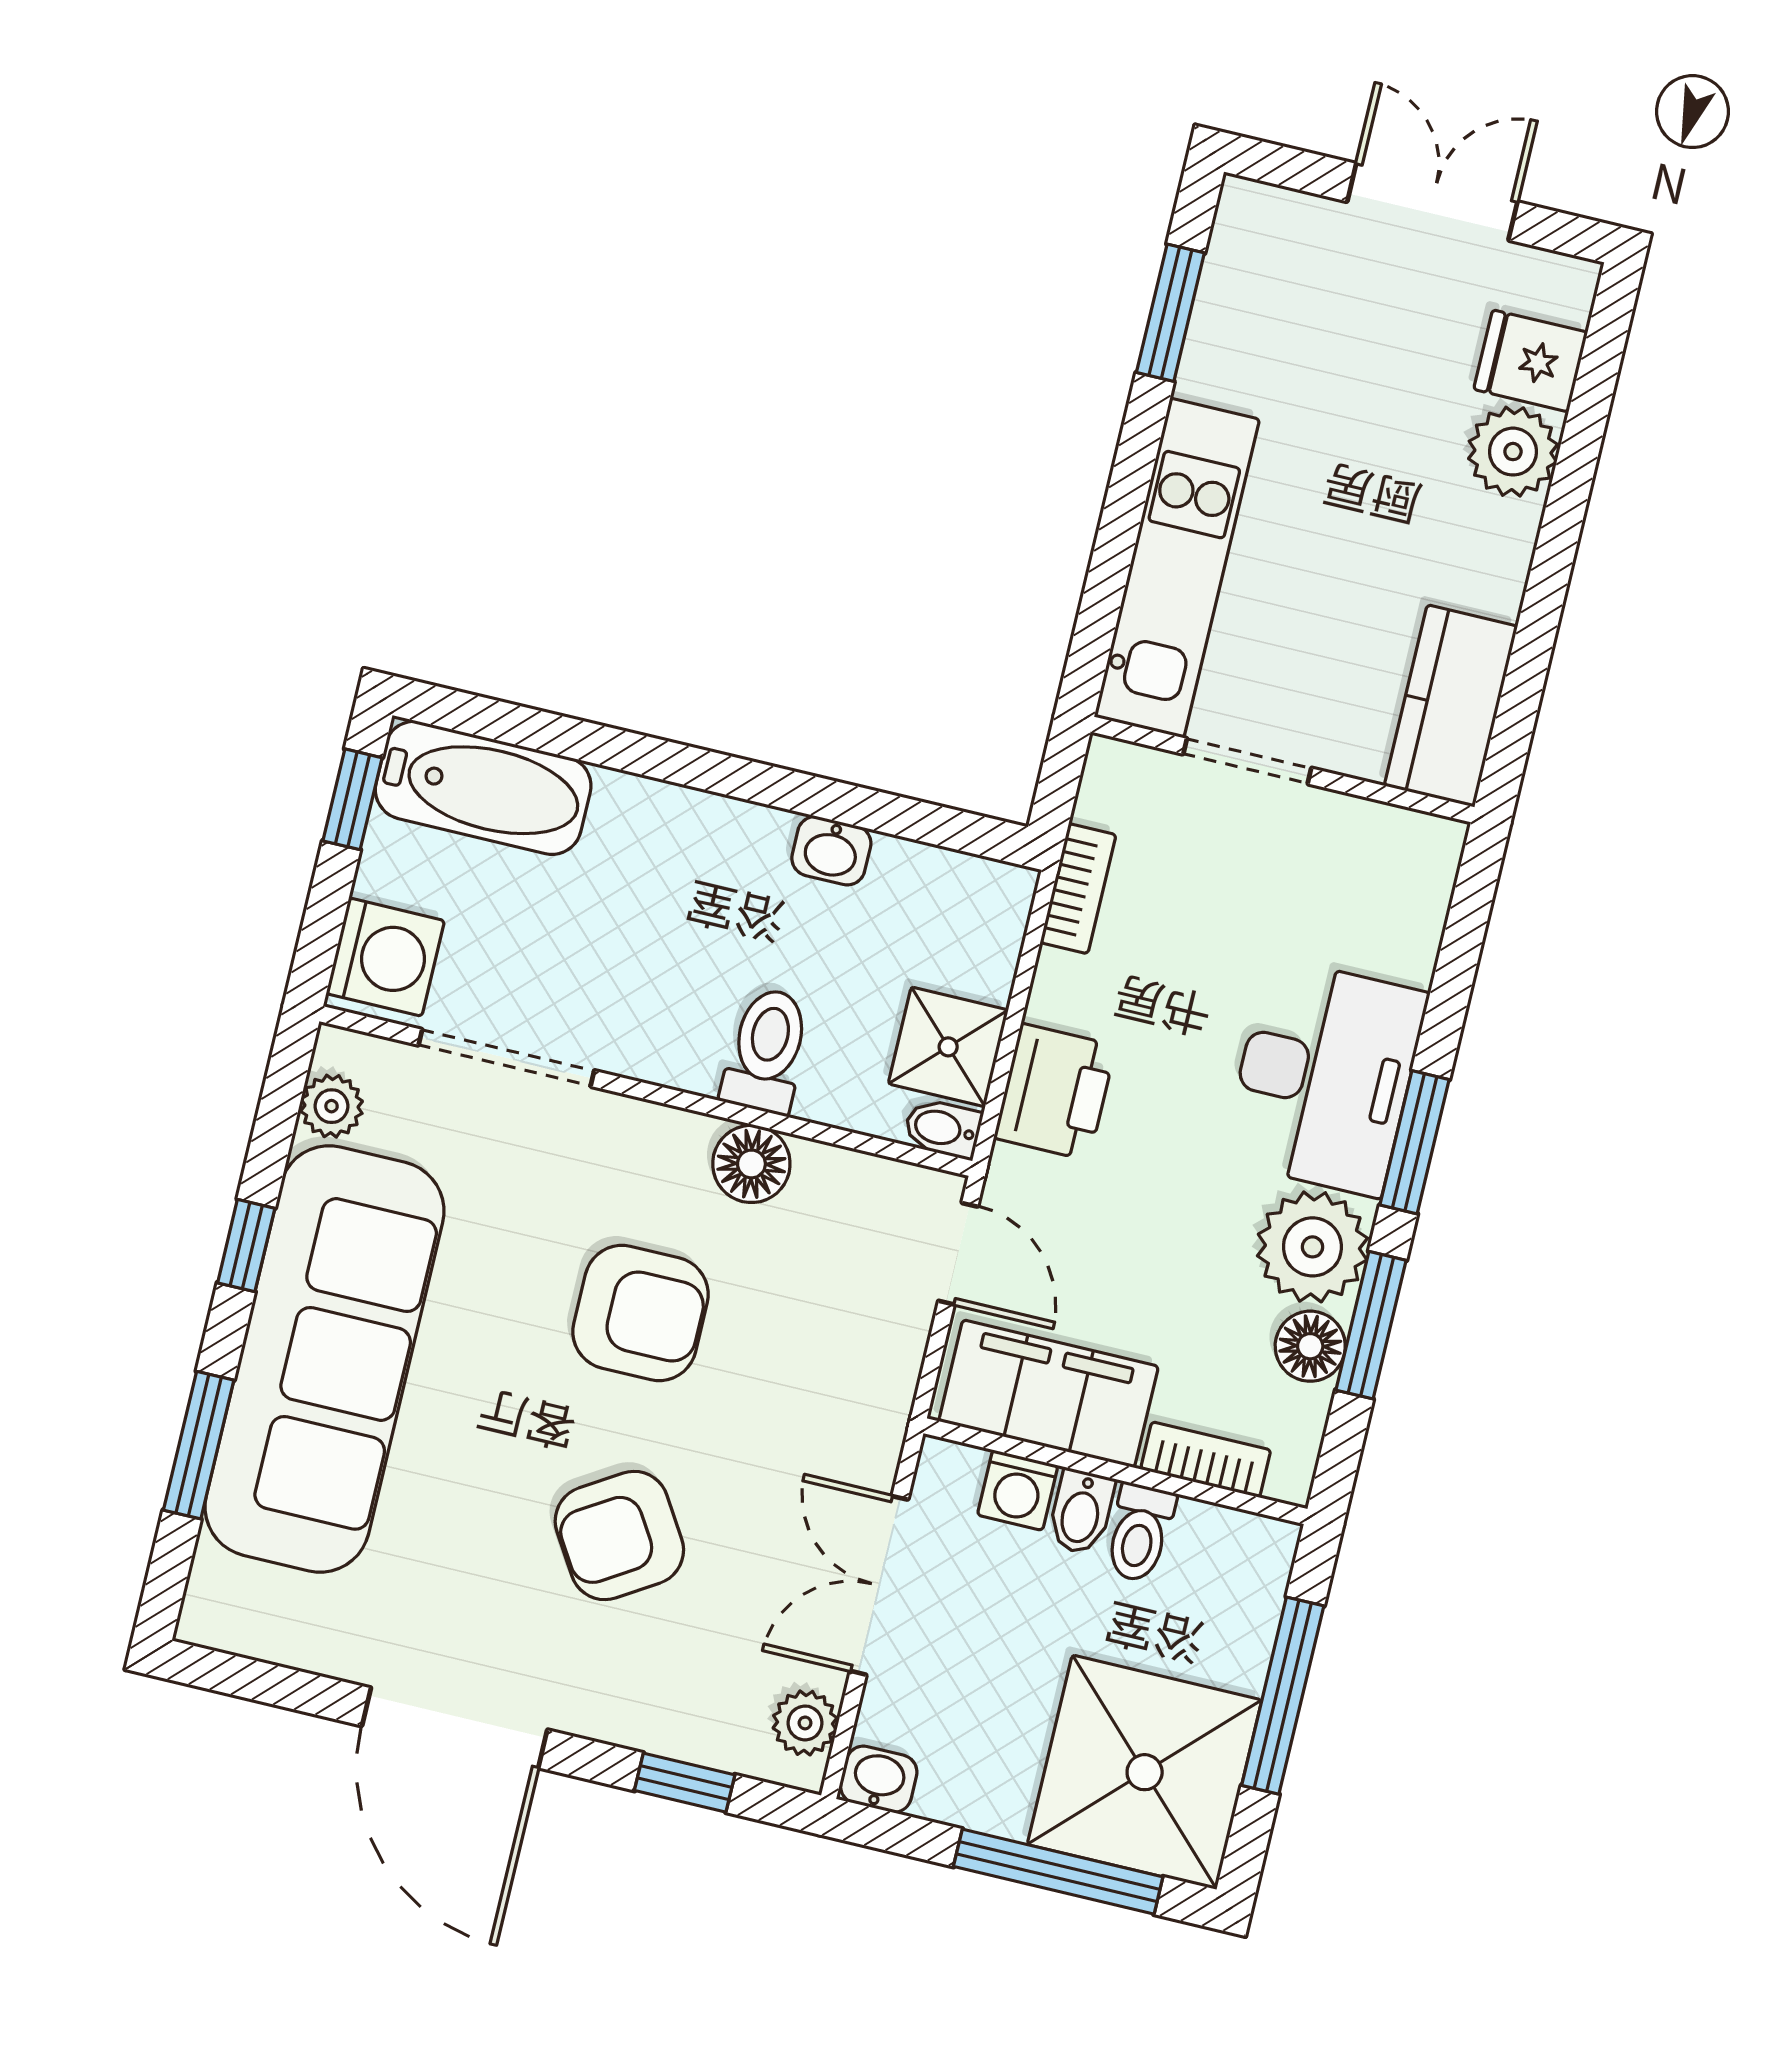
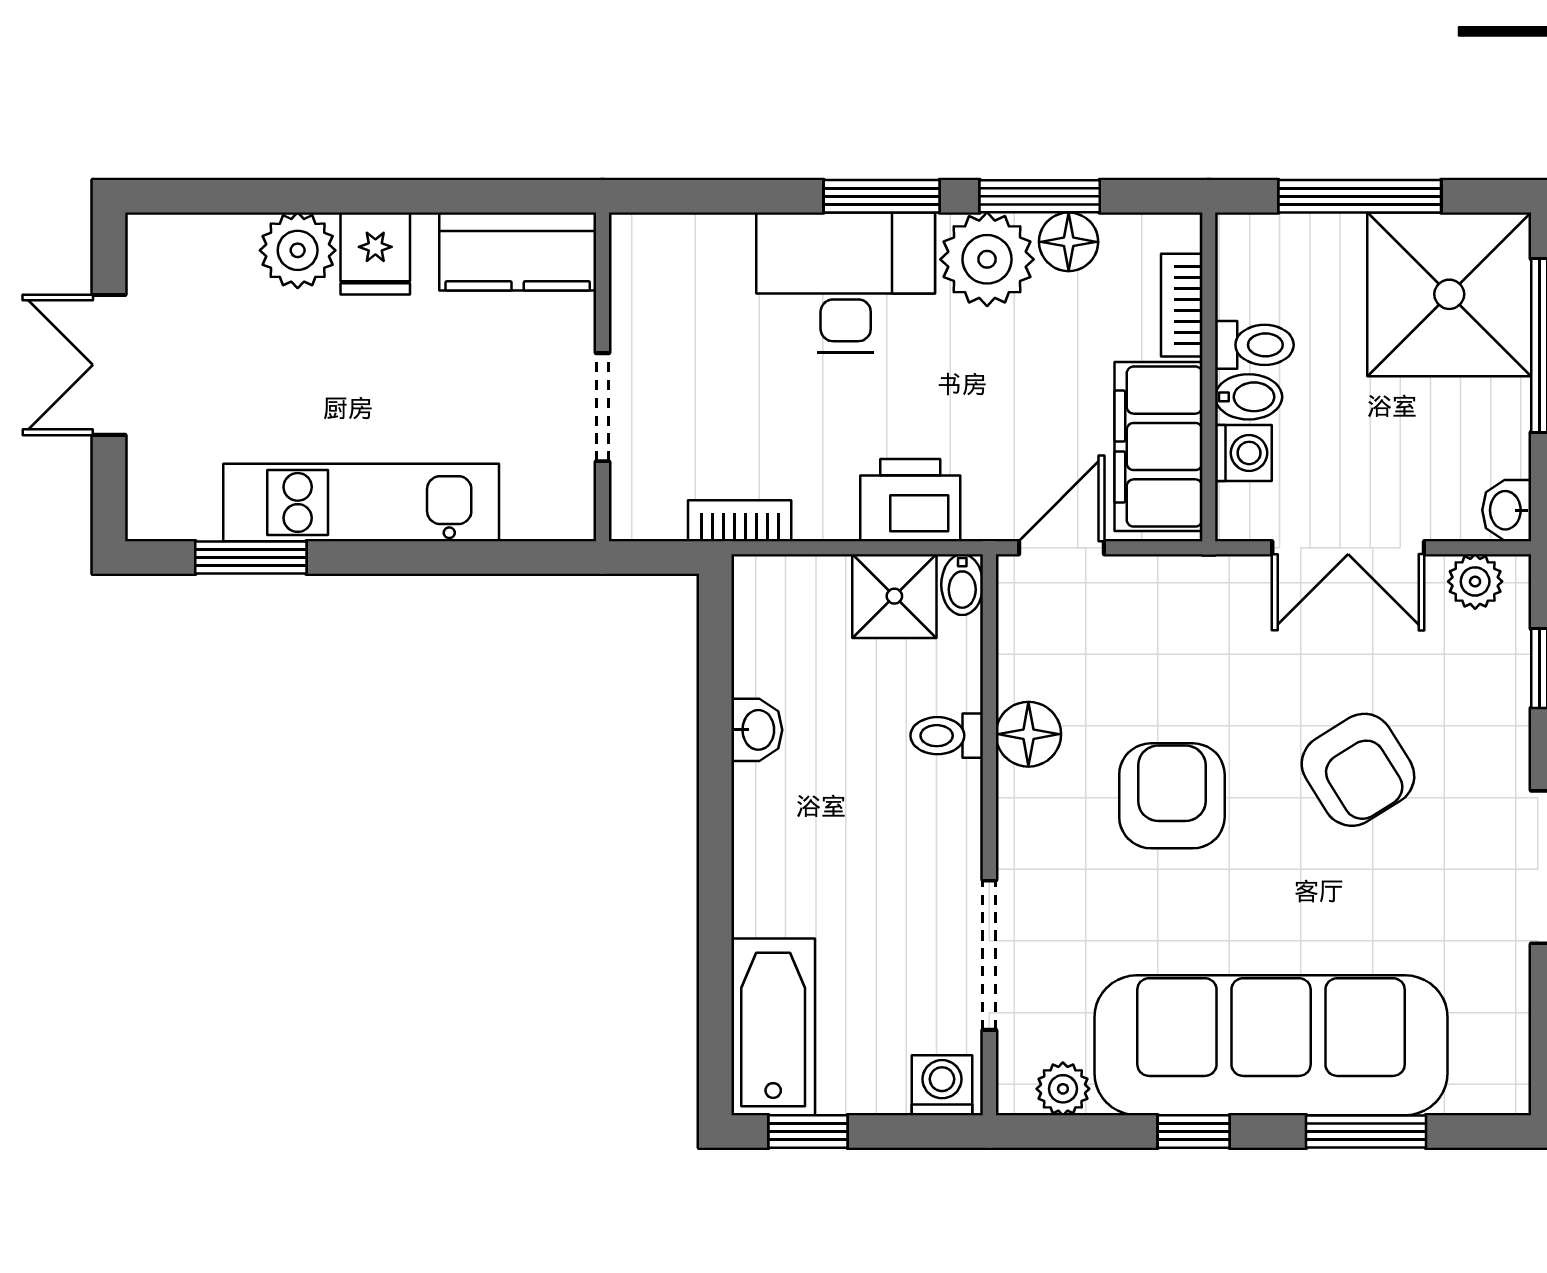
fridge: (1531, 361) -> (375, 253), moved
kitchen unit: (1177, 568) -> (361, 502), moved
washing machine: (385, 957) -> (942, 1085), width x0.73, depth x0.73
toilet: (767, 1051) -> (947, 736), width x0.73, depth x0.72

